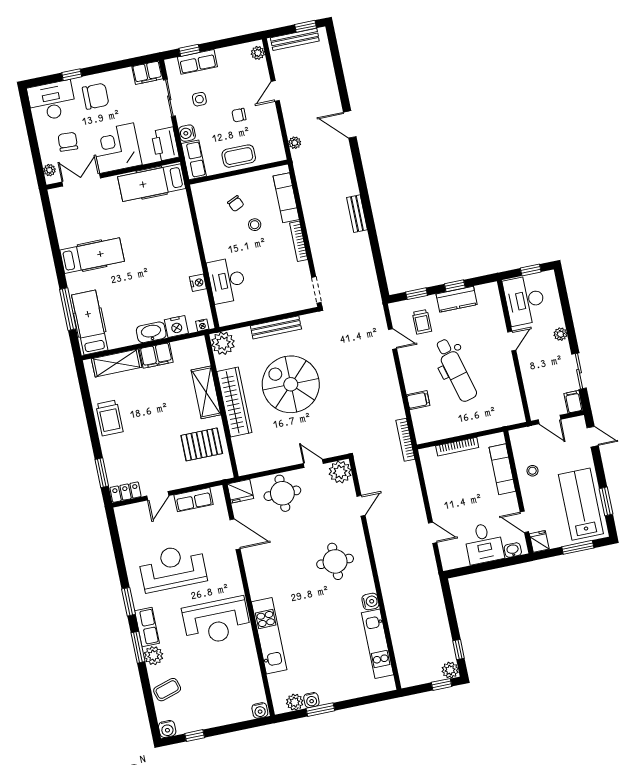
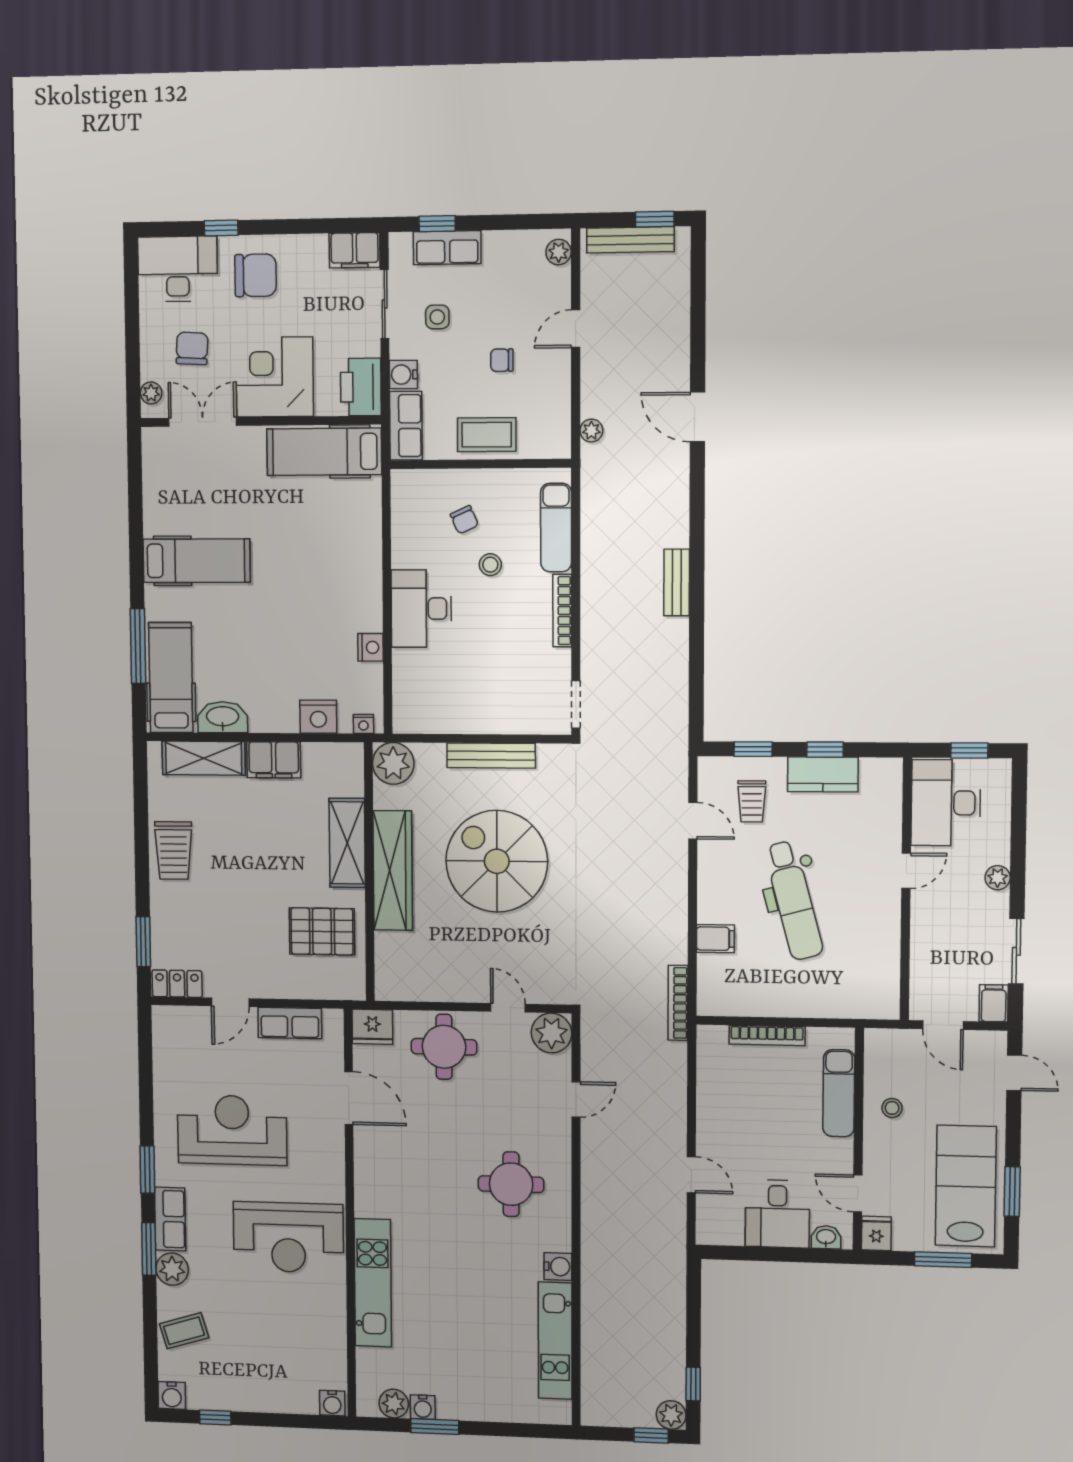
desk: (227, 280) -> (421, 609), moved
washbasin: (151, 332) -> (223, 717), moved

